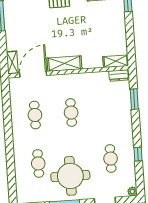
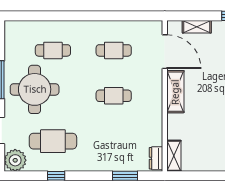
shelving: (12, 62) -> (197, 27), moved
cafe table: (111, 159) -> (53, 141), width x1.37, depth x1.35
plant: (132, 191) -> (15, 160), width x1.88, depth x1.88

